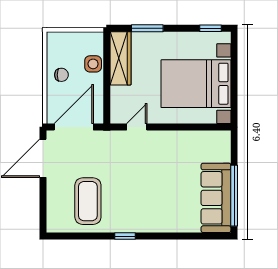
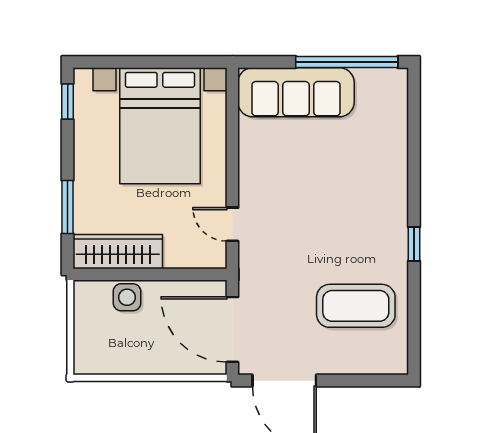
chair: (61, 75) -> (145, 350), removed
sofa: (216, 198) -> (296, 92), moved

